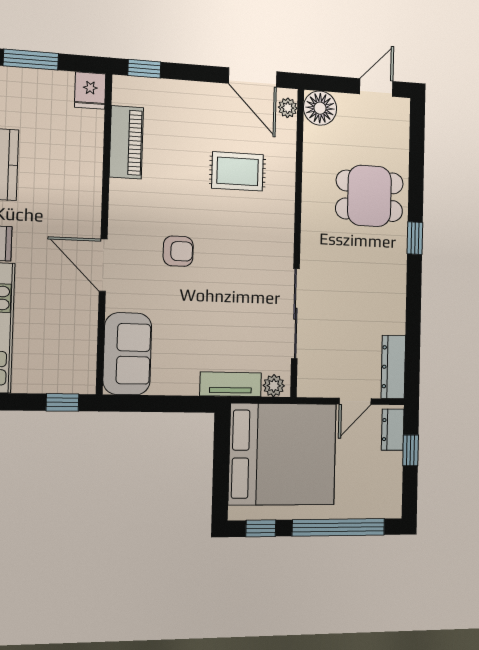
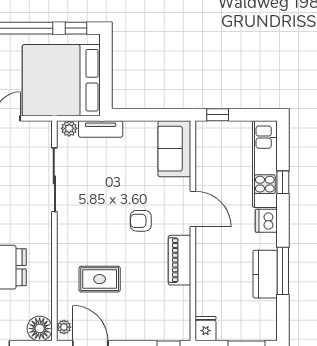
piano: (126, 142) -> (179, 260), moved

